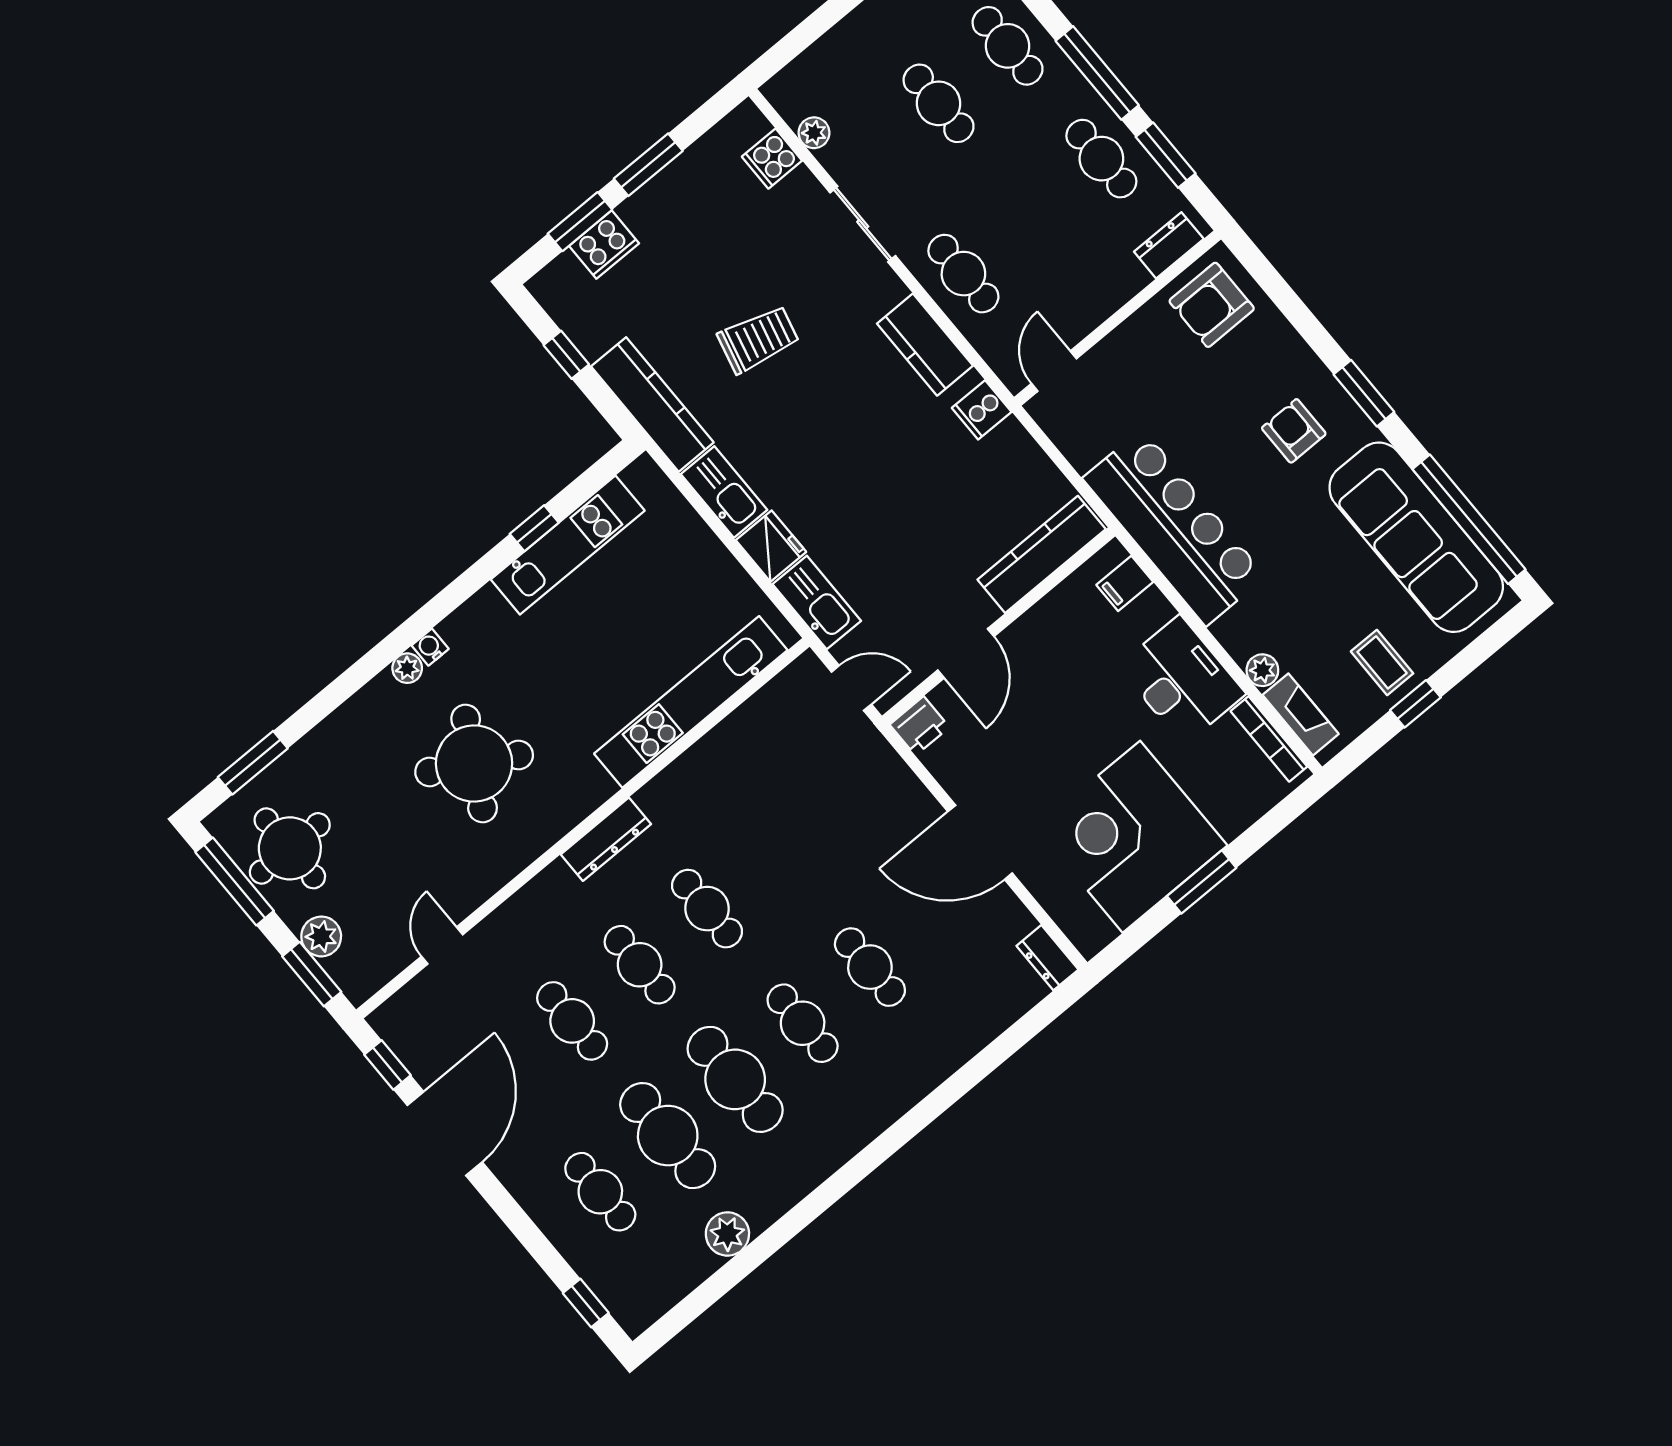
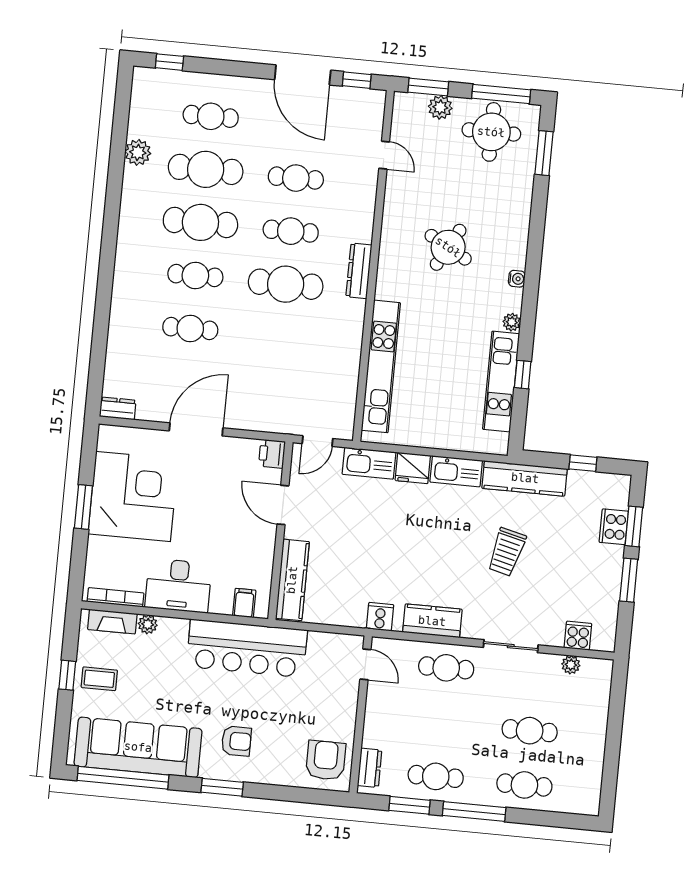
plant: (407, 668) -> (512, 322), moved
round table: (474, 764) -> (448, 247), width x0.73, depth x0.73
cafe table: (707, 909) -> (286, 284), width x1.37, depth x1.35

